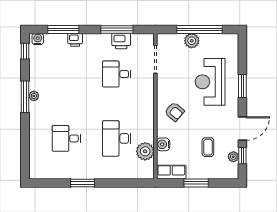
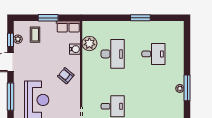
window: (242, 86) -> (10, 97), width x1.44
coffee table: (208, 147) -> (35, 35), moved

